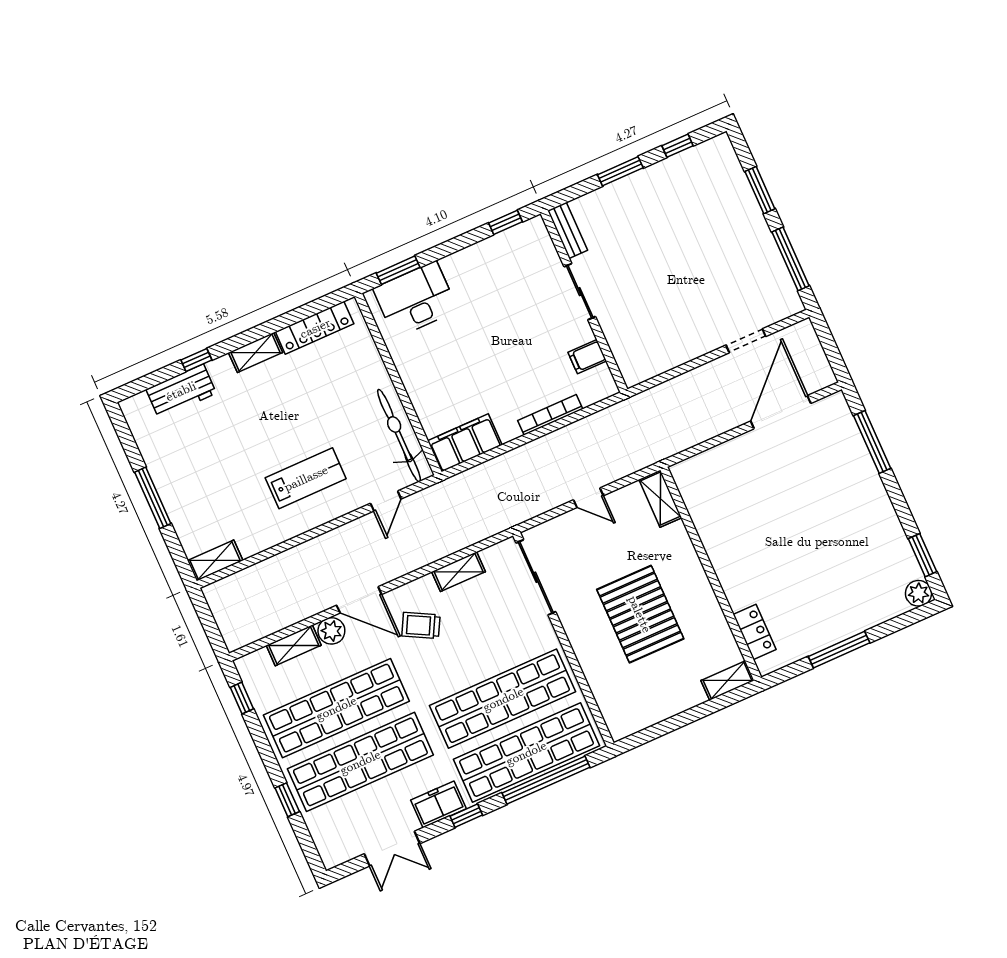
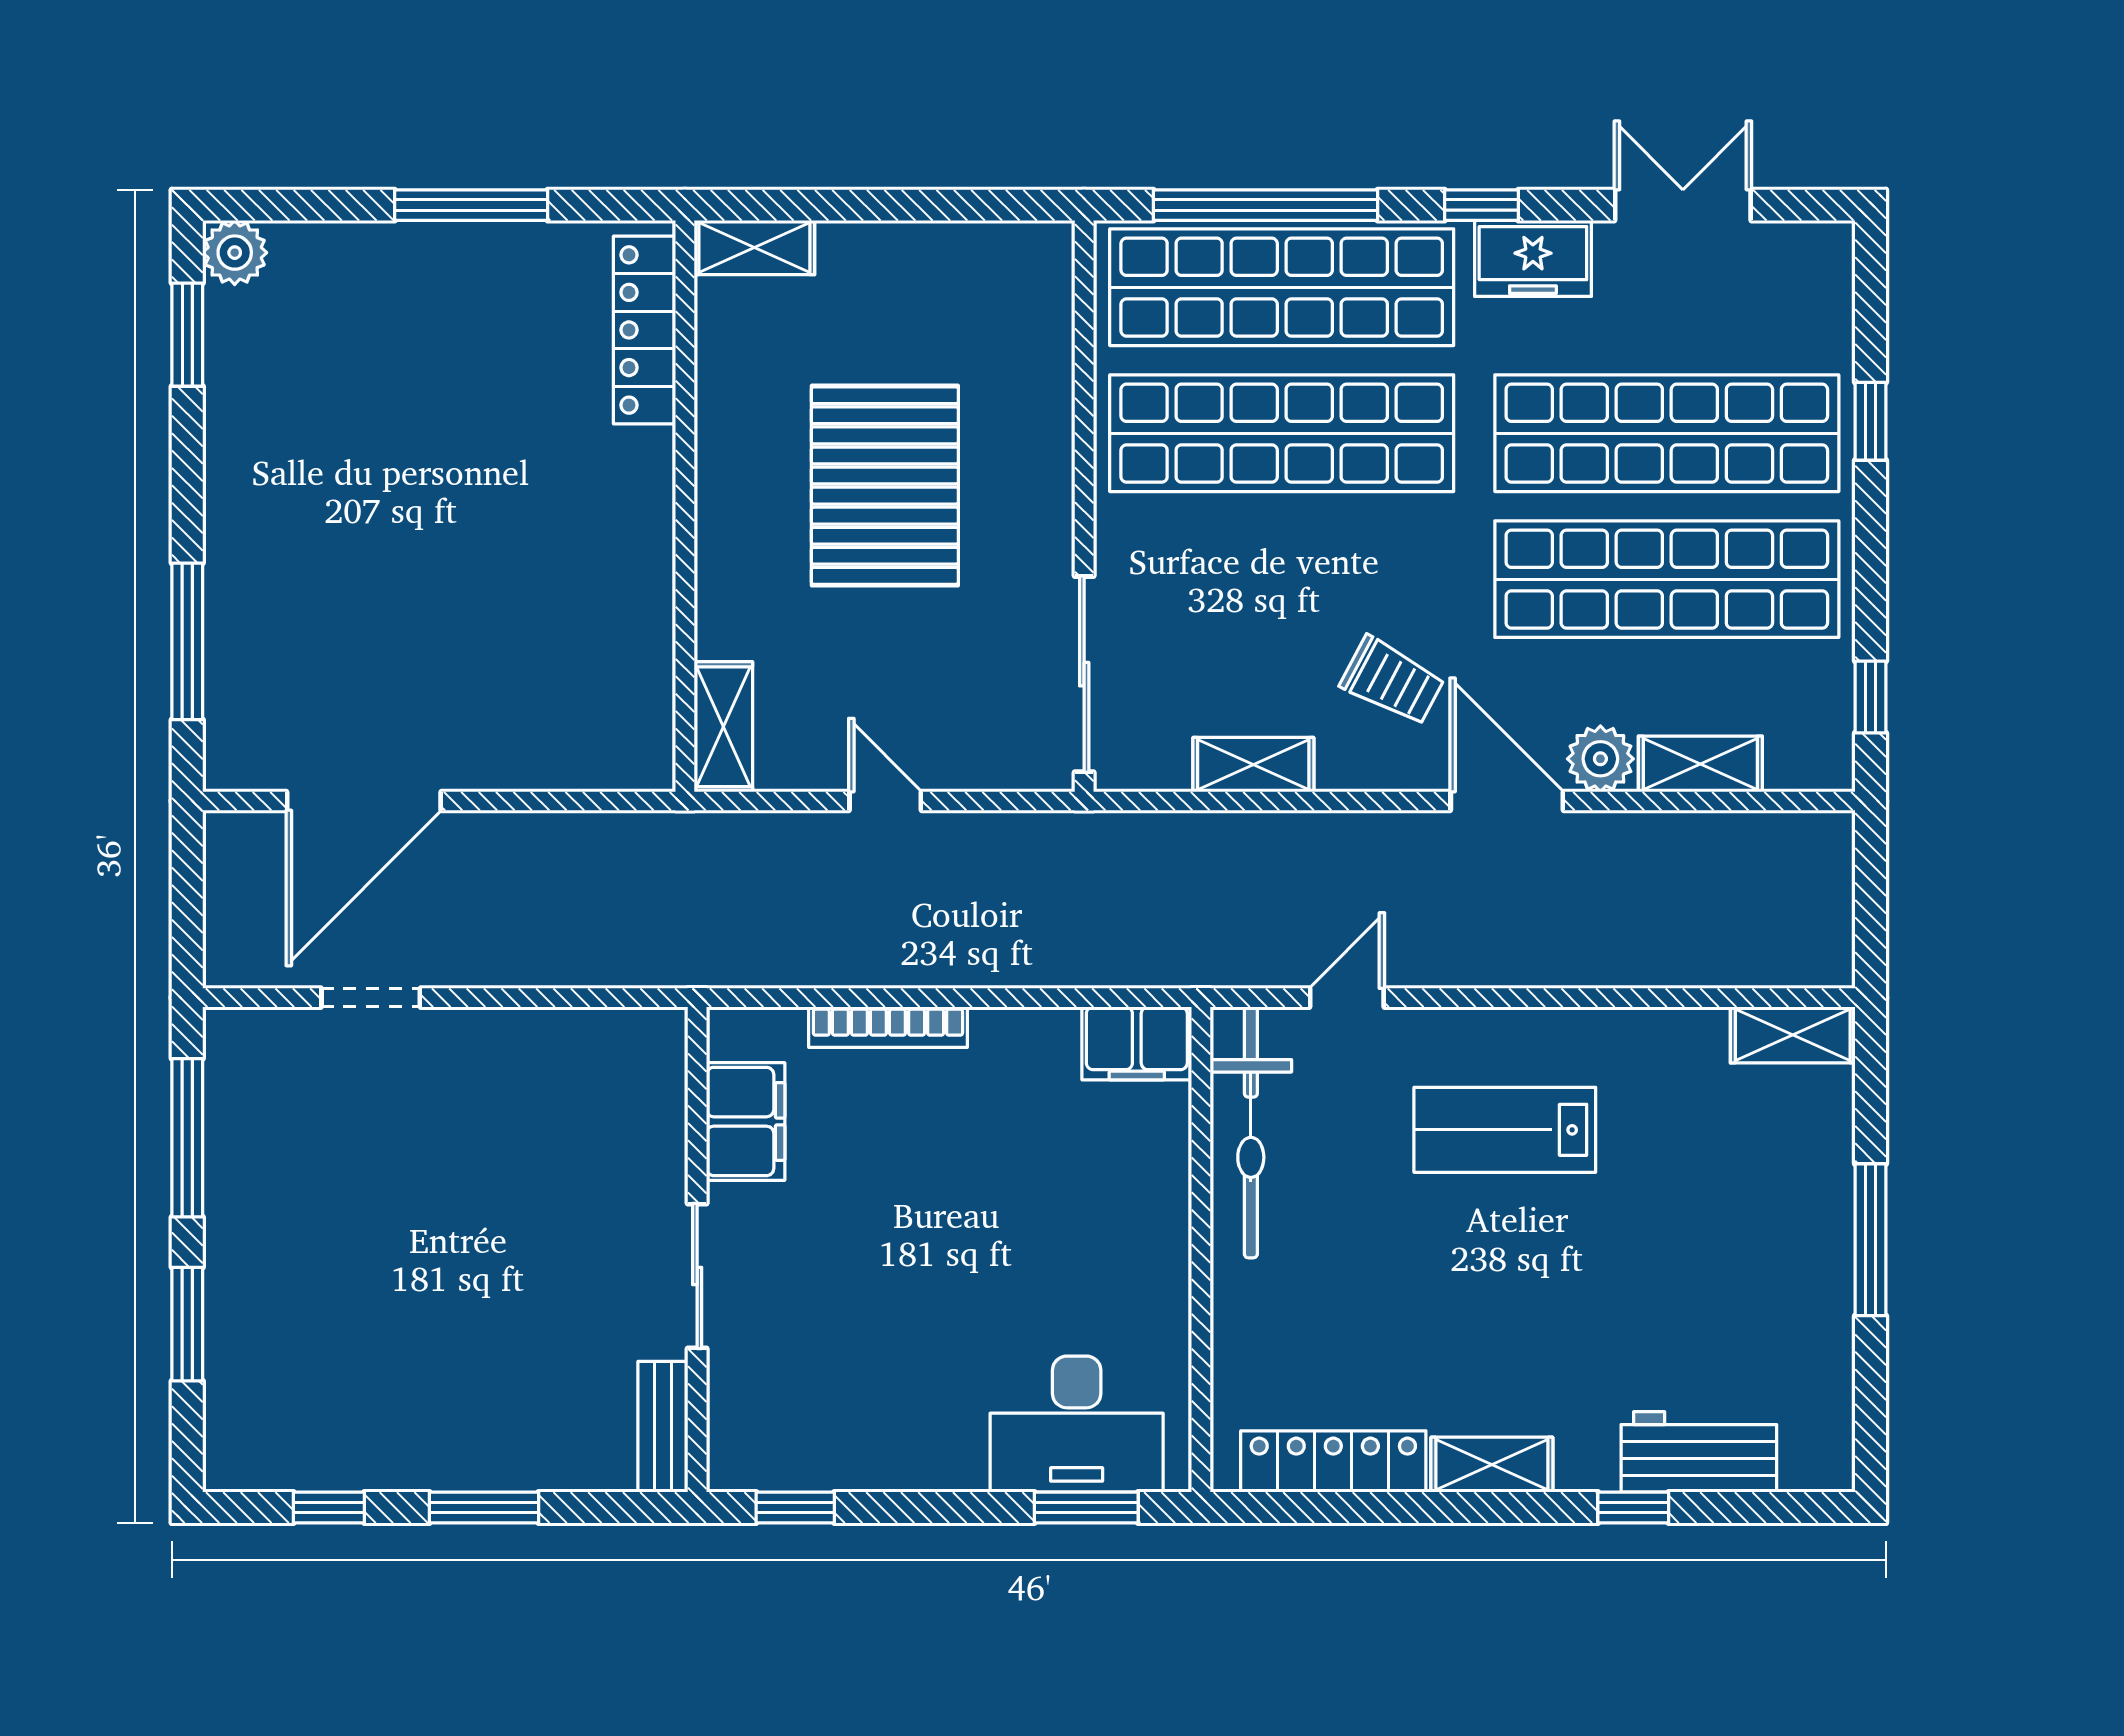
filing cabinet: (587, 357) -> (746, 1121), width x2.00
filing cabinet: (465, 443) -> (1137, 1043), width x0.67, depth x0.86
locker: (755, 632) -> (645, 330), width x1.53

